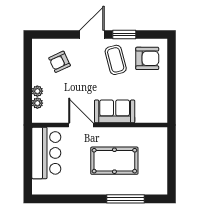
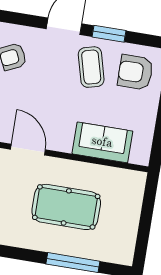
armchair: (147, 58) -> (135, 72), turned 180
sofa: (115, 111) -> (102, 142), moved

